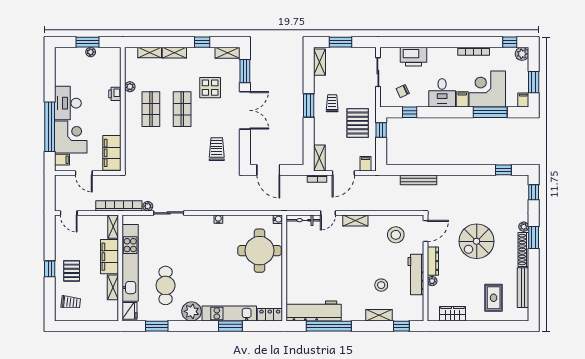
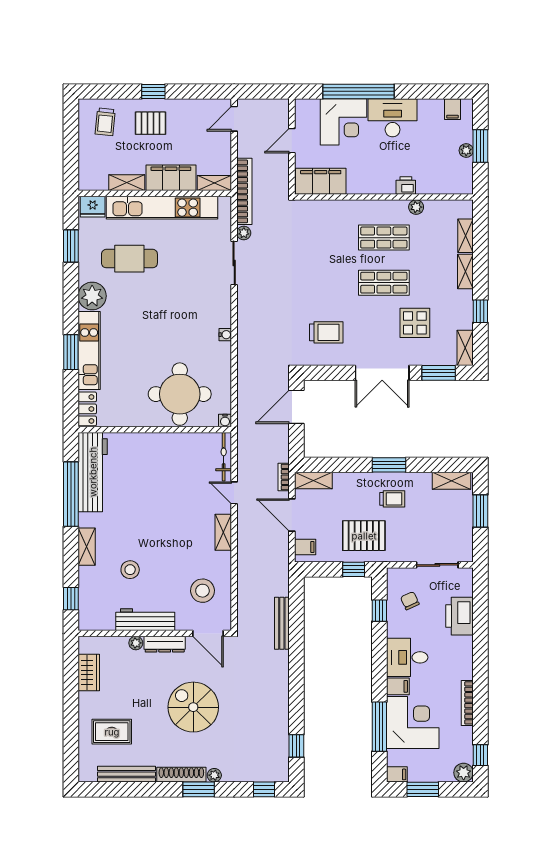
filing cabinet: (62, 160) -> (452, 109), moved
shelving: (379, 315) -> (87, 547), moved

